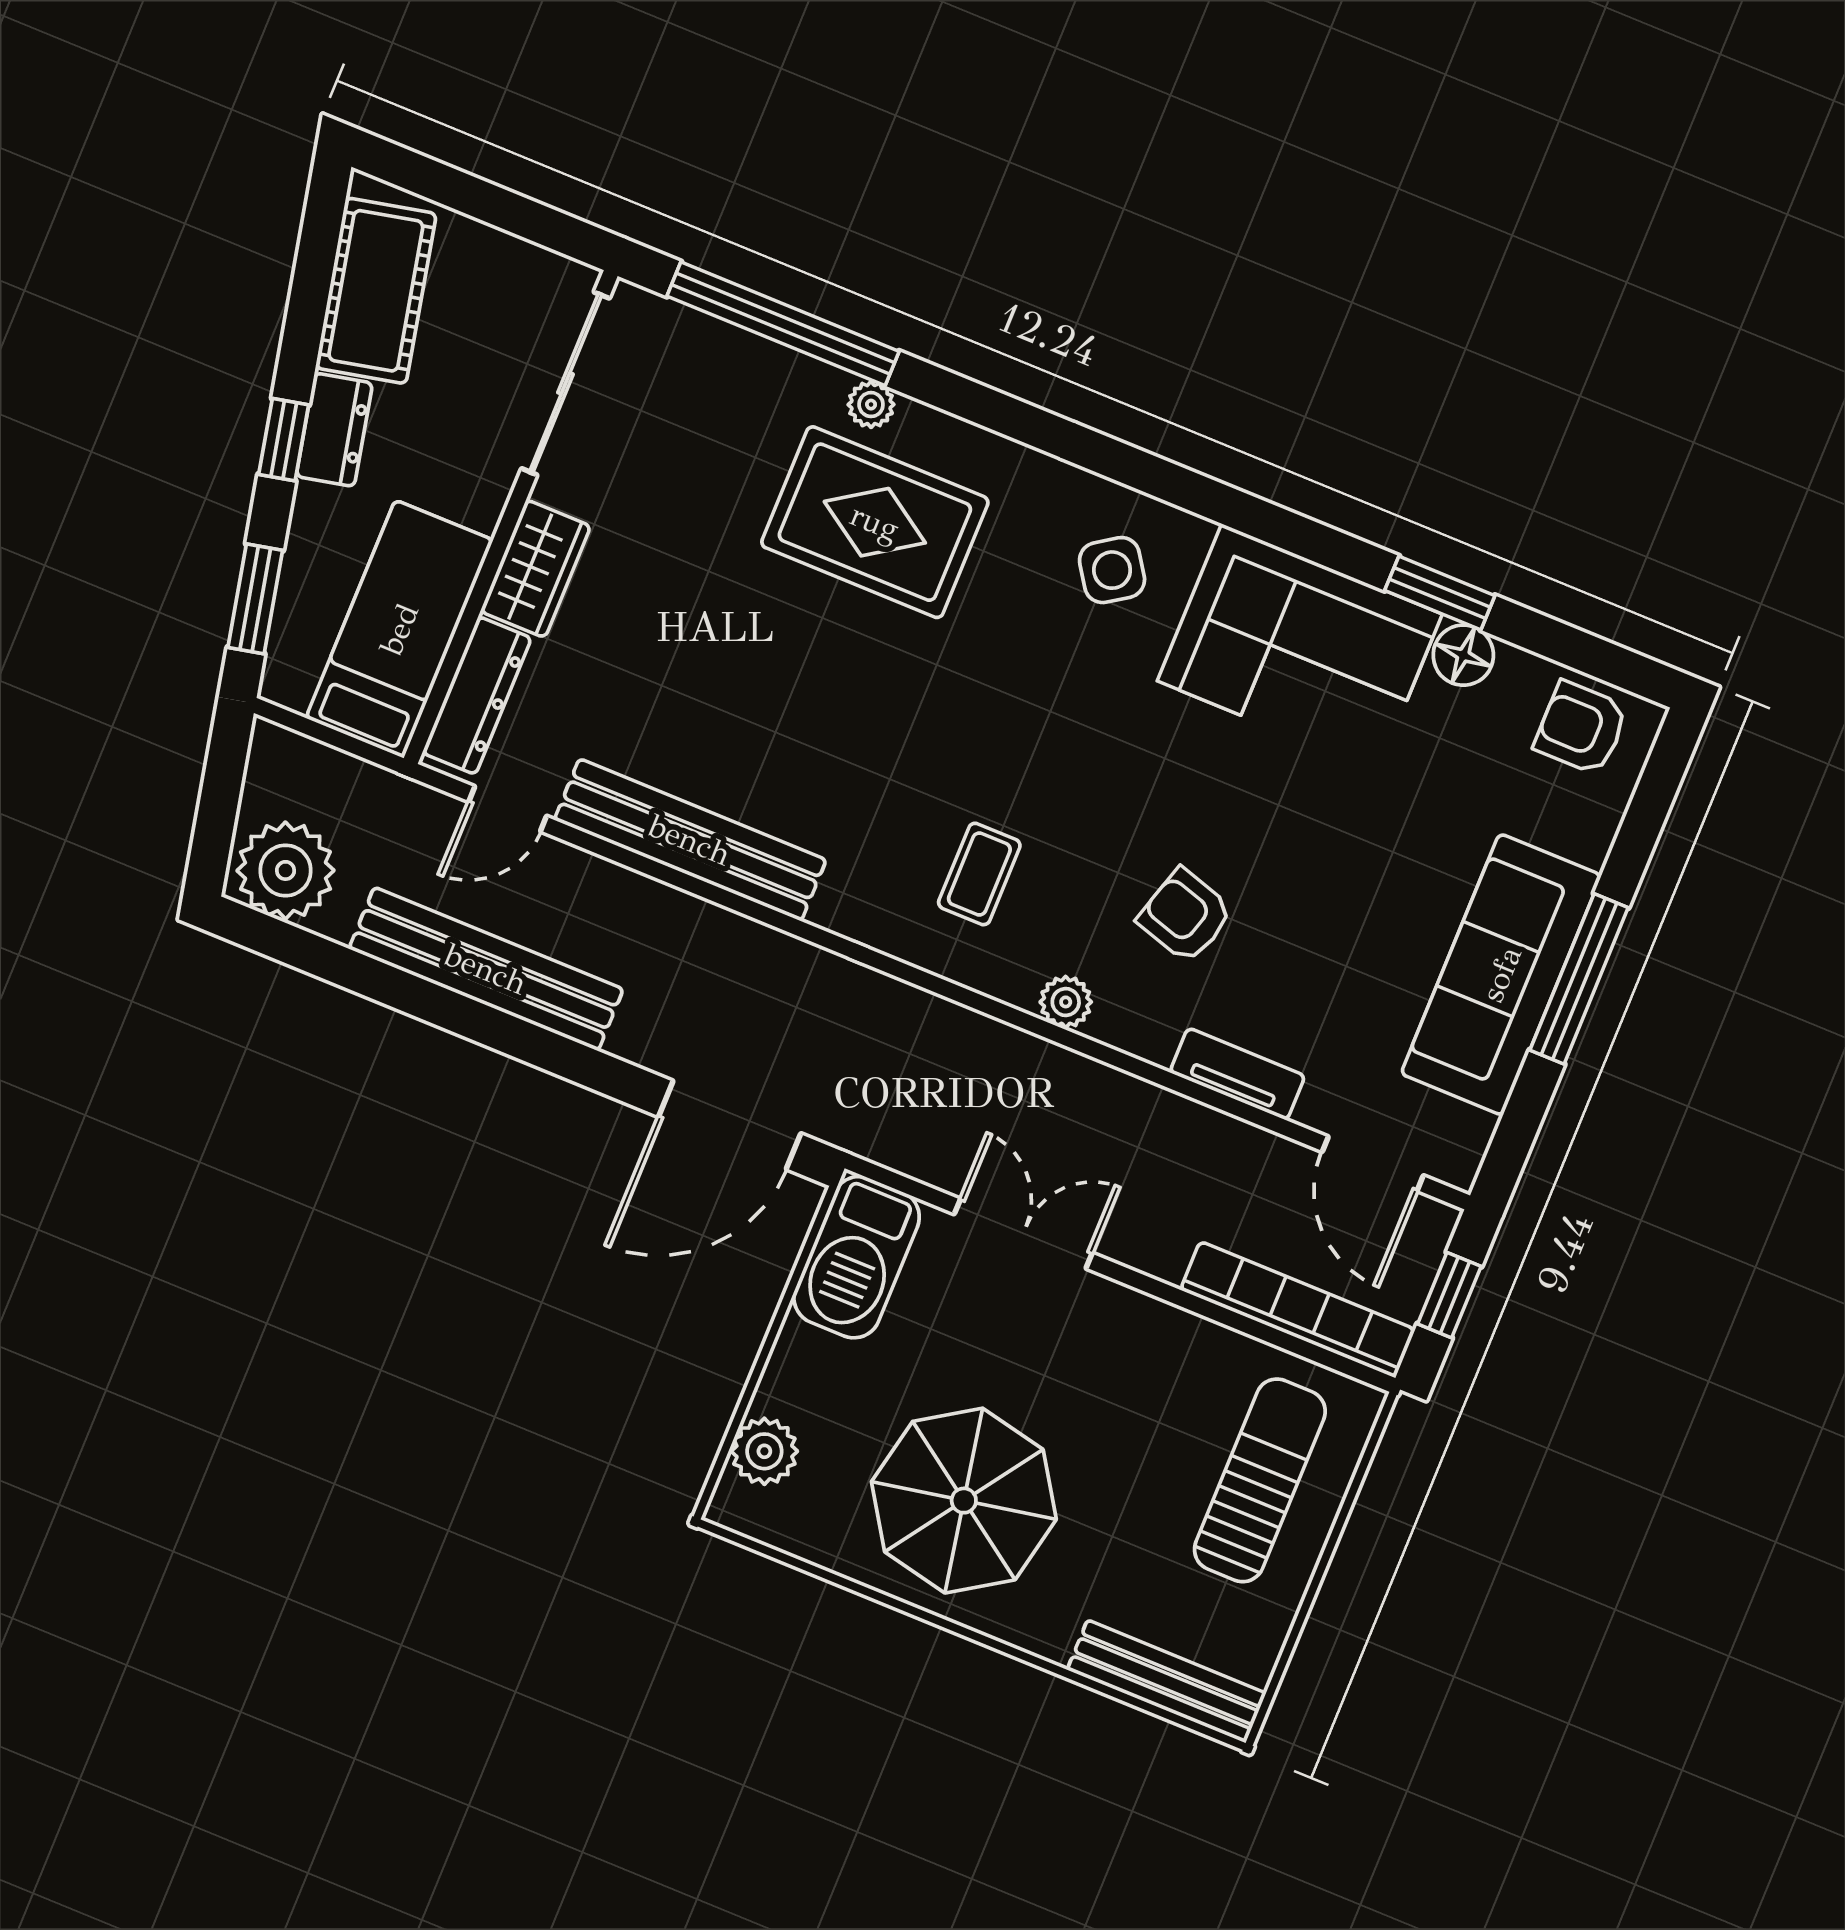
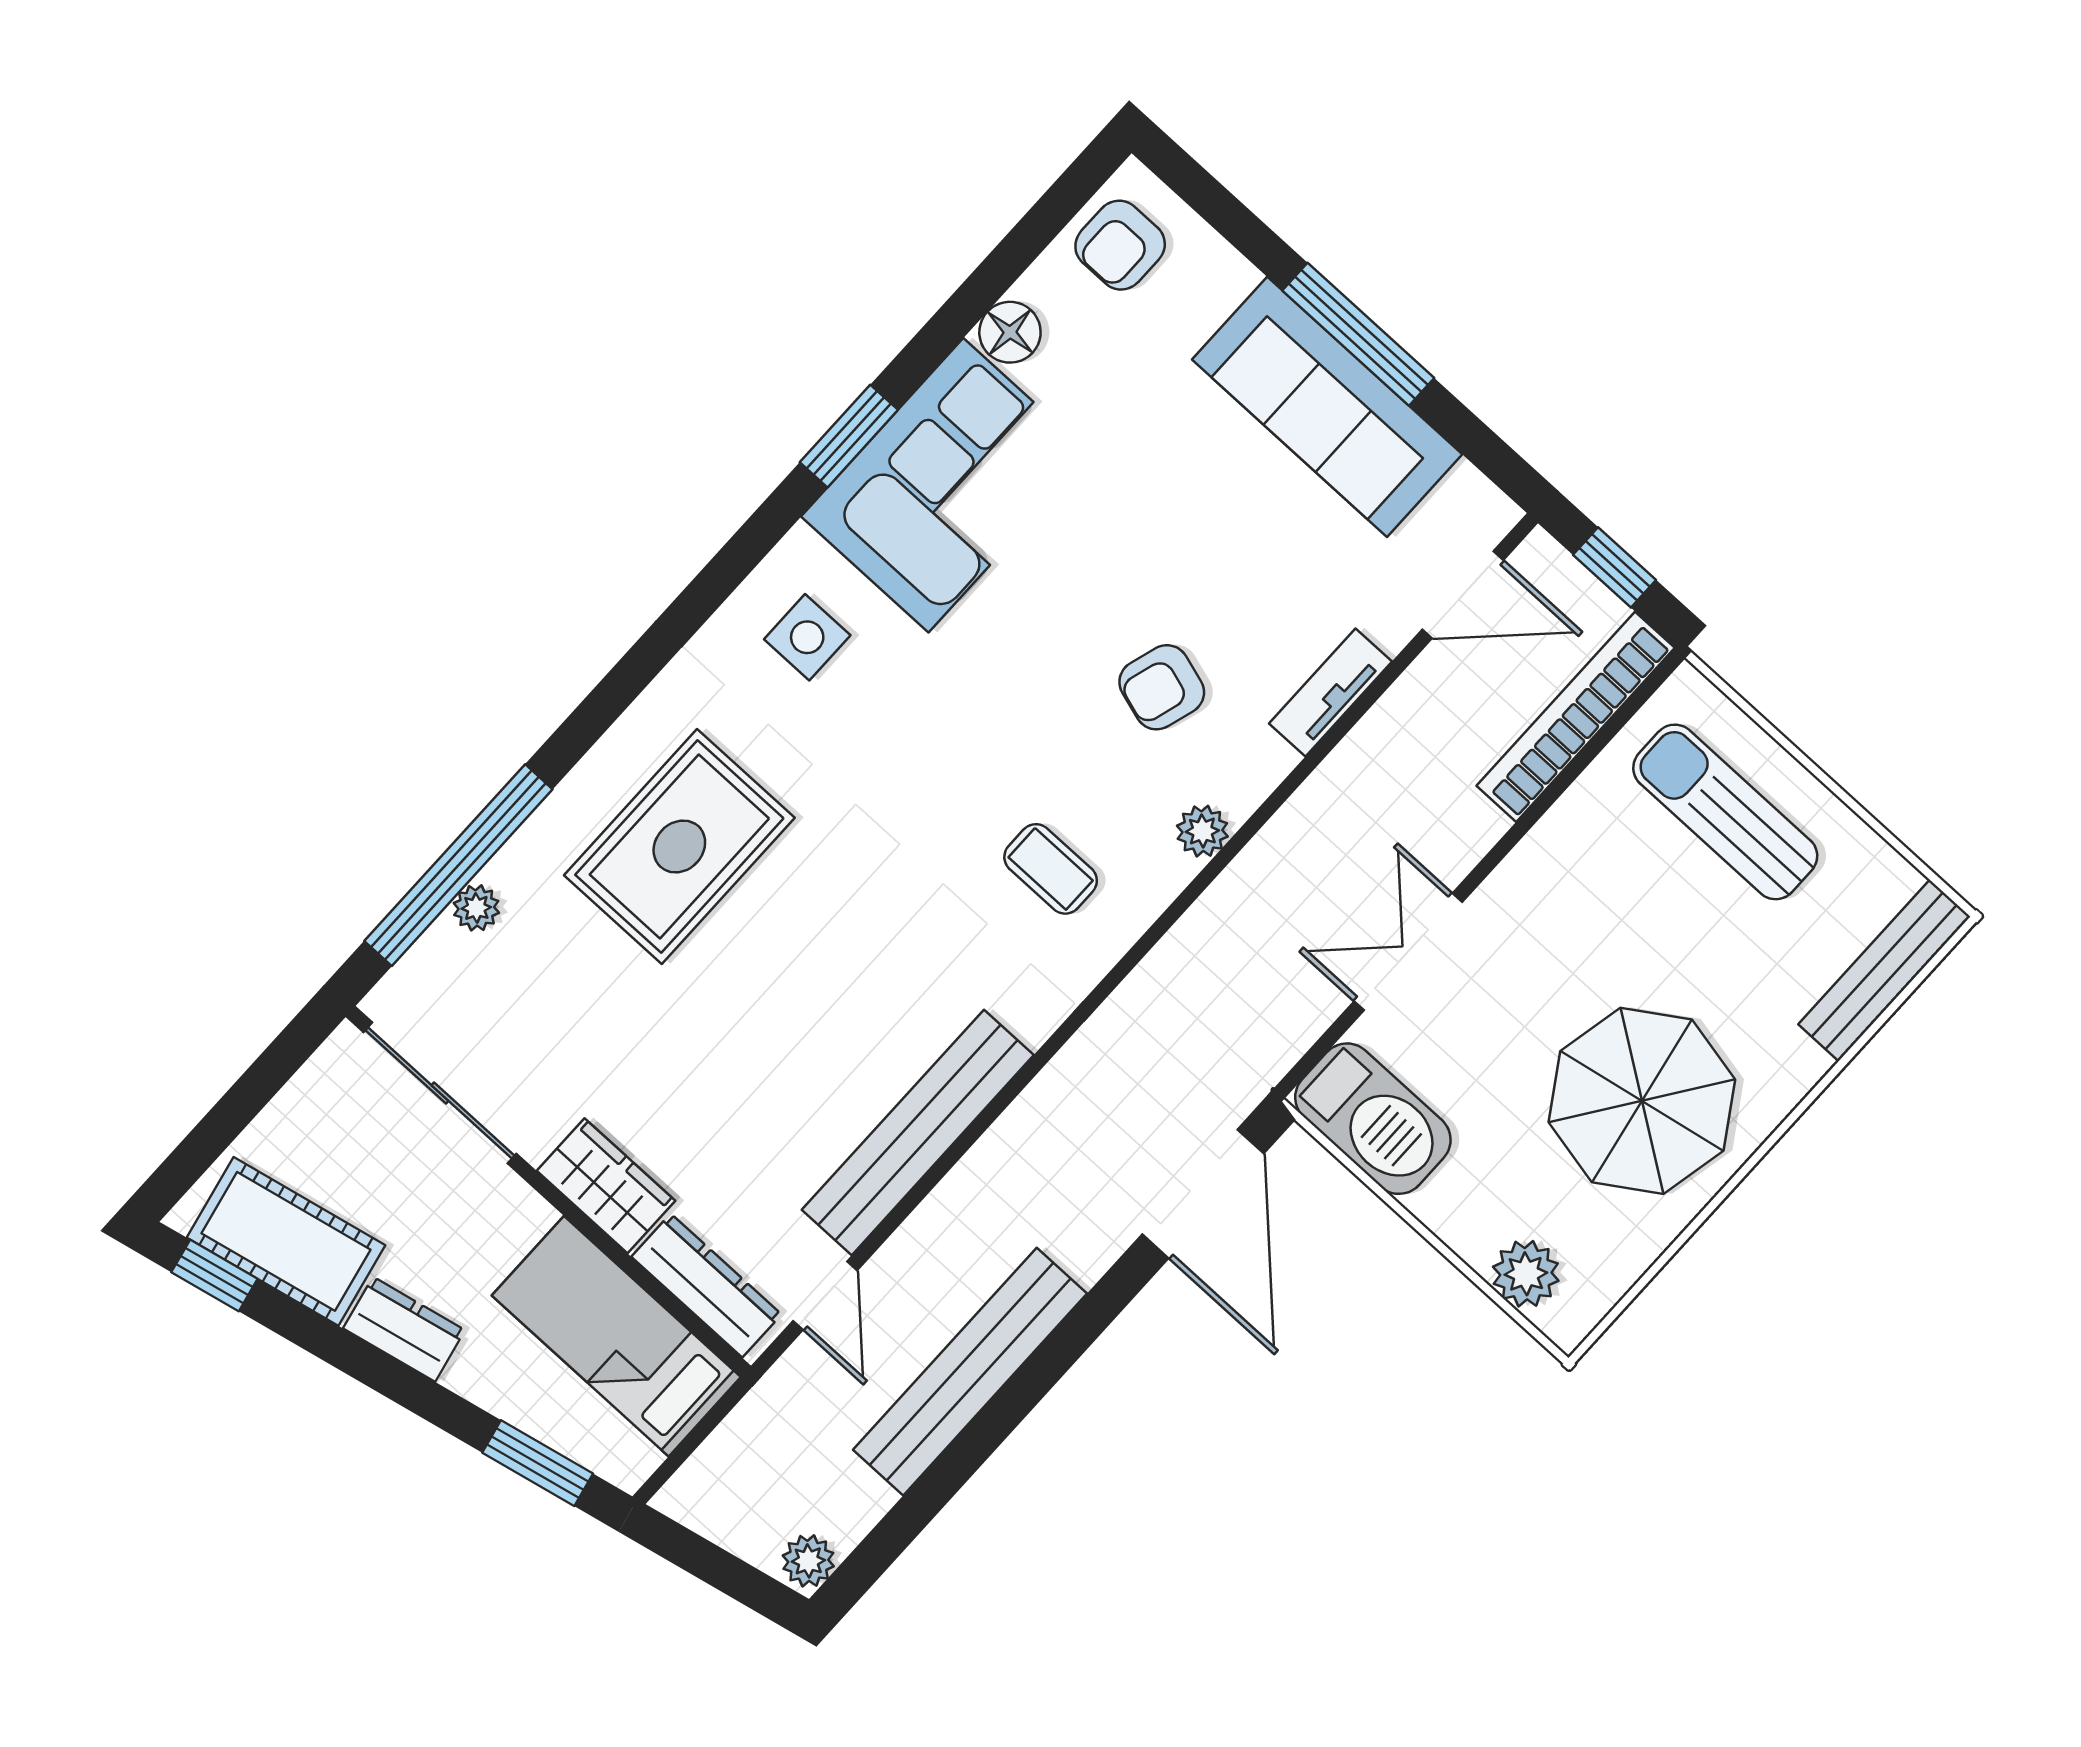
plant: (871, 405) -> (476, 908), moved
window: (284, 440) -> (214, 1276), moved
side table: (1112, 570) -> (807, 637), turned 34
window: (1440, 593) -> (849, 436), moved
plant: (285, 870) -> (808, 1561), width x0.53, depth x0.53

